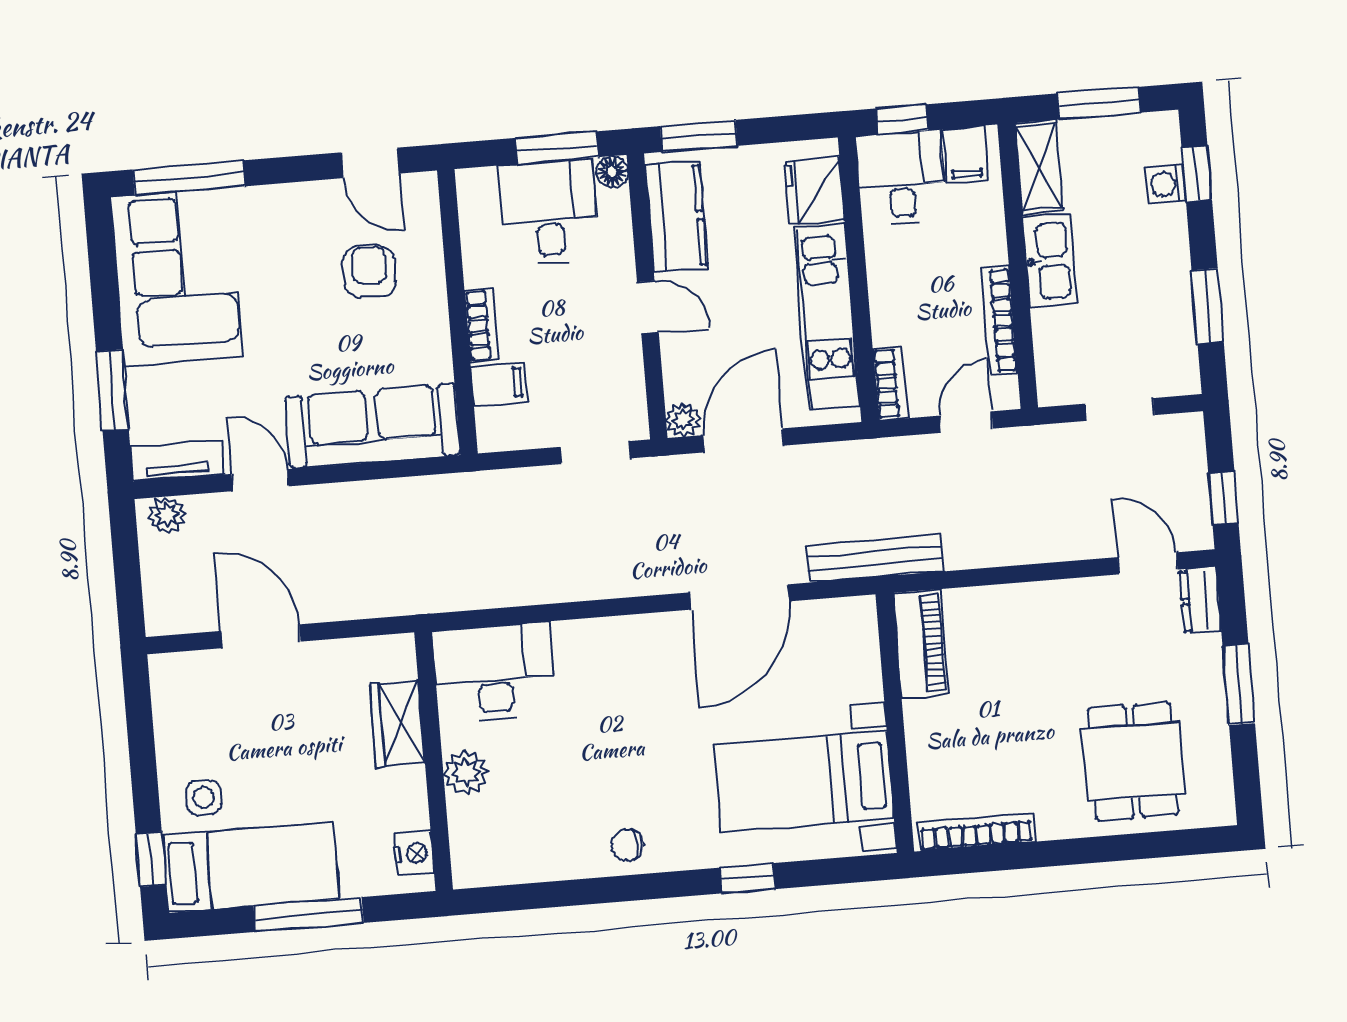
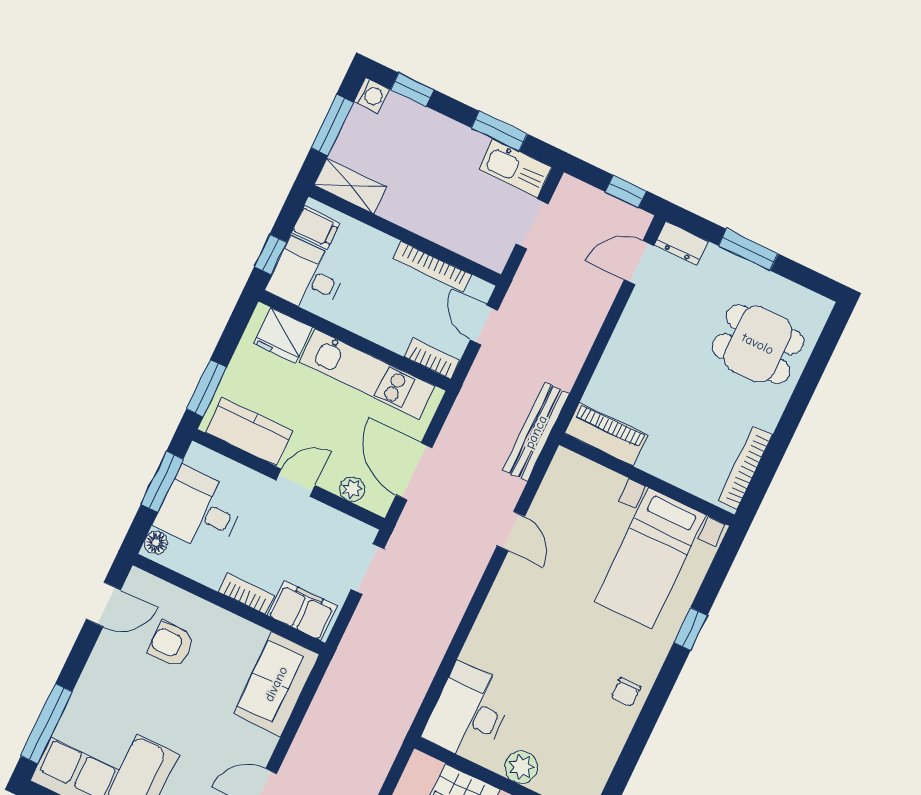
floor lamp: (612, 172) -> (156, 543), moved
washing machine: (1166, 184) -> (372, 95), moved, turned -90
kitchen sink: (1050, 261) -> (515, 168), moved, turned 180
filing cabinet: (499, 384) -> (302, 611), width x2.00
plant: (683, 420) -> (352, 489), moved
sofa: (373, 426) -> (276, 684), width x0.73
door: (739, 597) -> (511, 531), width x0.53

